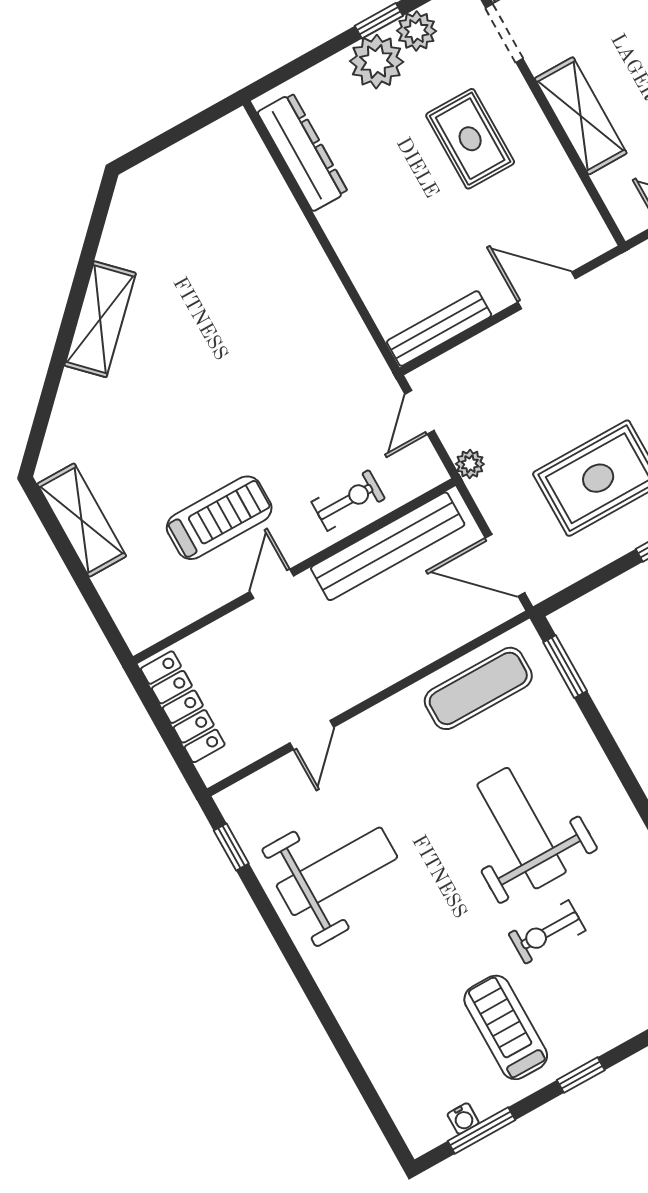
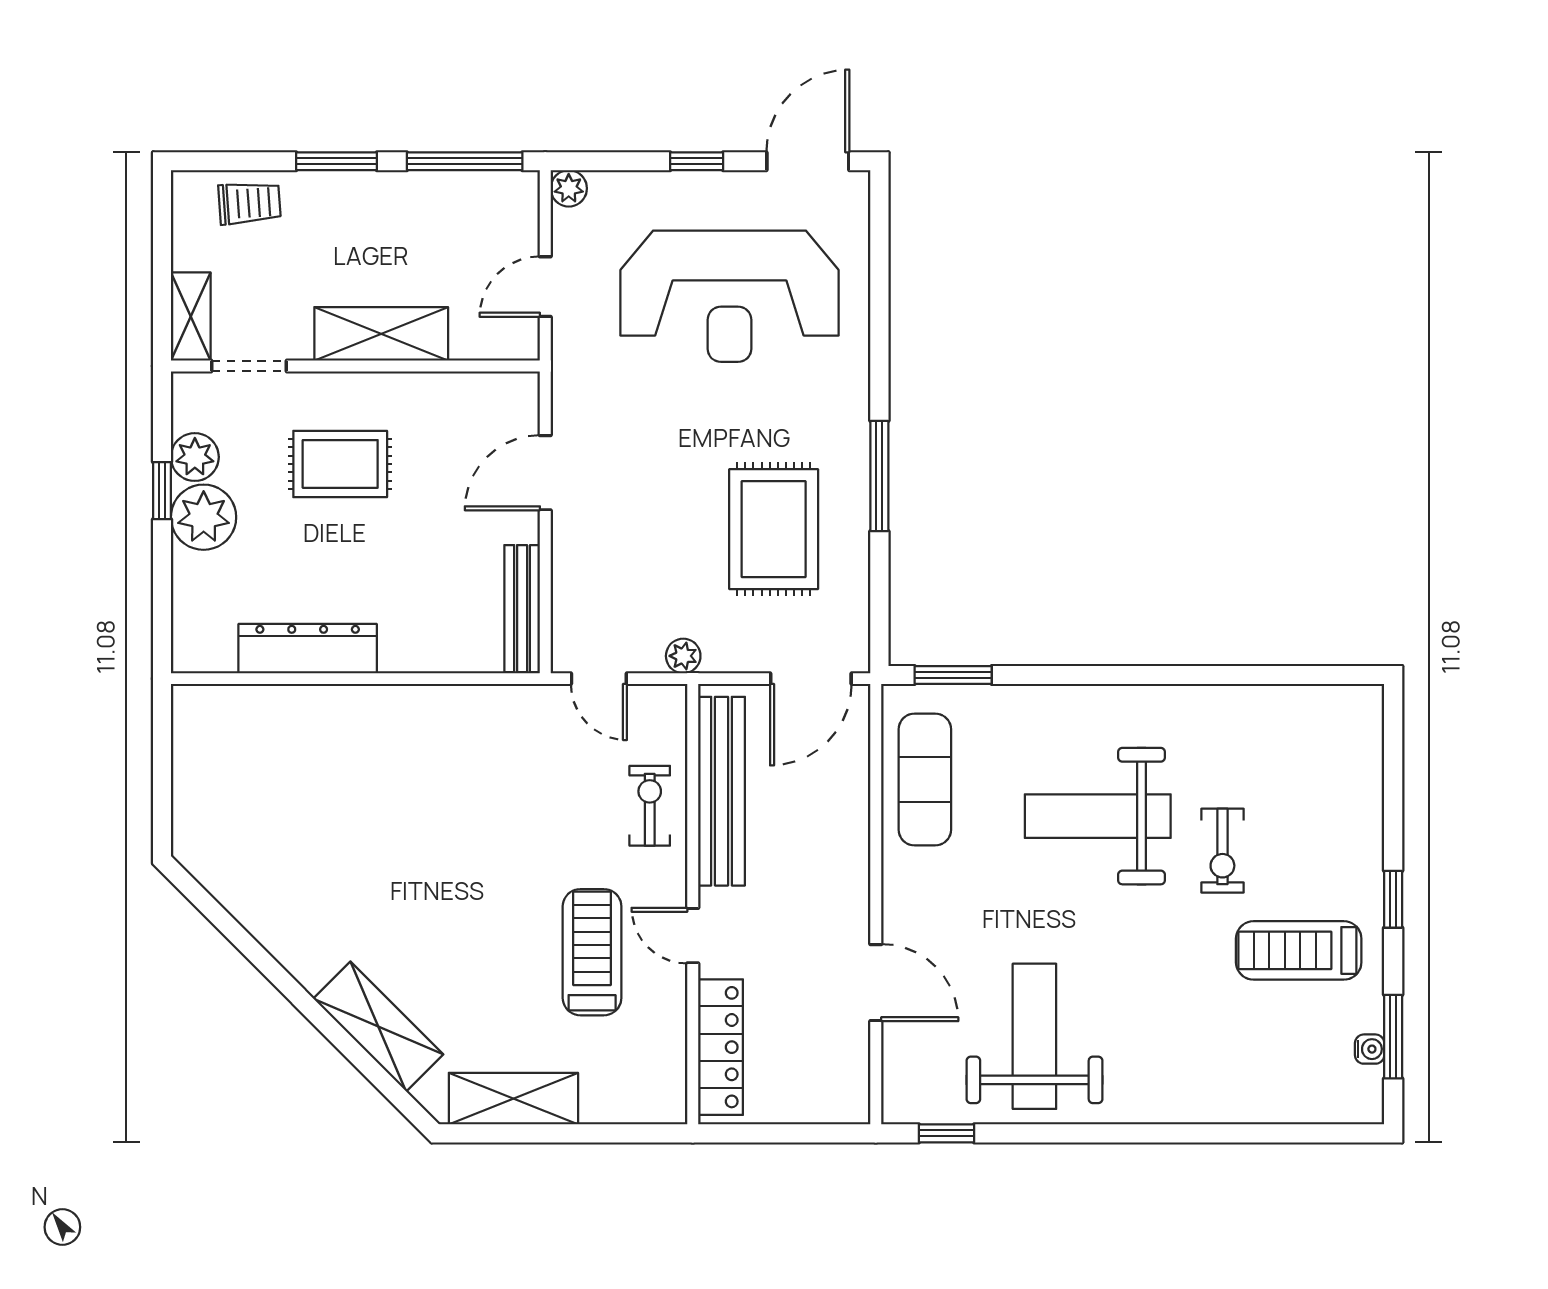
dresser: (303, 152) -> (308, 649), moved
shelving: (100, 319) -> (378, 1026), moved
locker: (183, 707) -> (720, 1047), moved, turned 90
door: (312, 735) -> (876, 983), width x1.38

